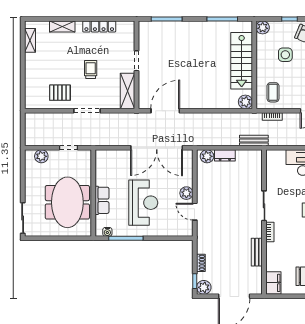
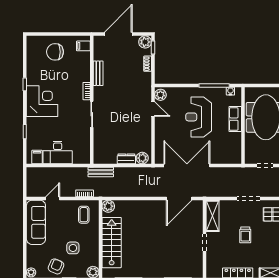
plant: (186, 193) -> (160, 95), moved
filing cabinet: (273, 283) -> (83, 46), width x0.50

